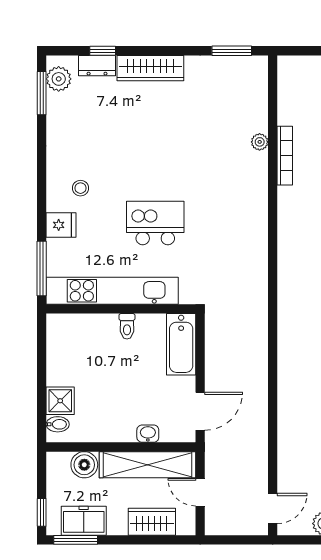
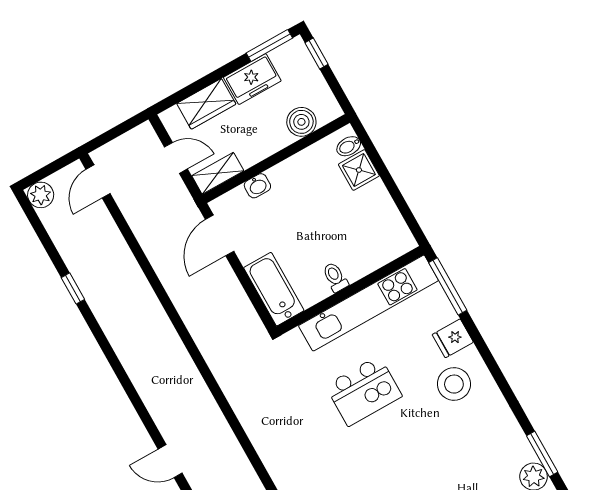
stool: (80, 188) -> (454, 384), width x1.89, depth x1.89
shelving: (147, 465) -> (218, 173), width x0.45, depth x0.75
freezer: (84, 521) -> (252, 79), moved

